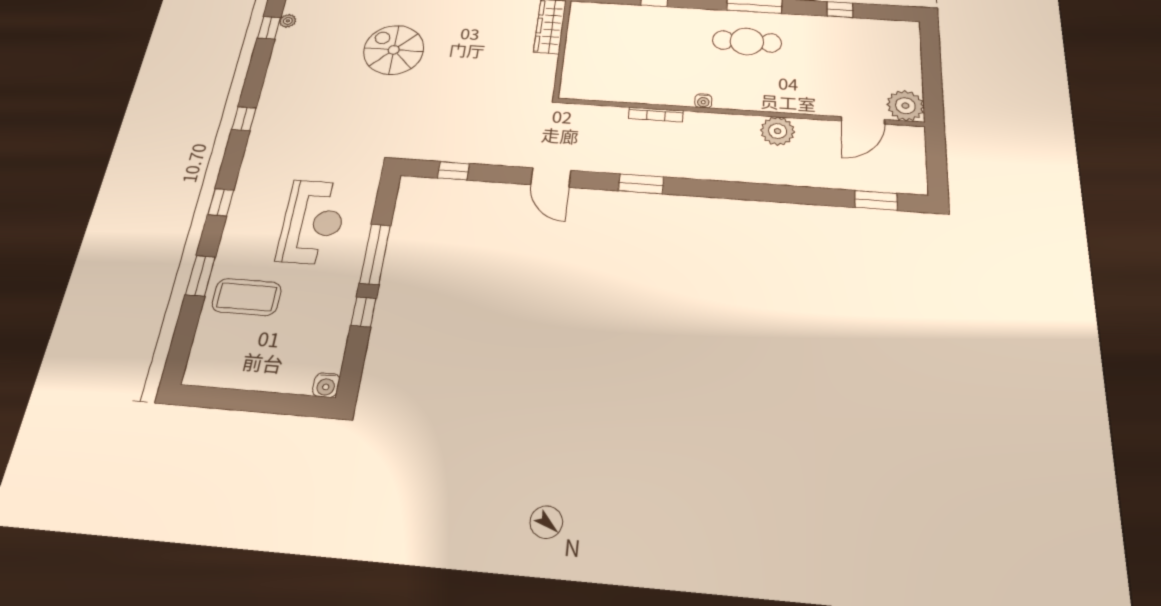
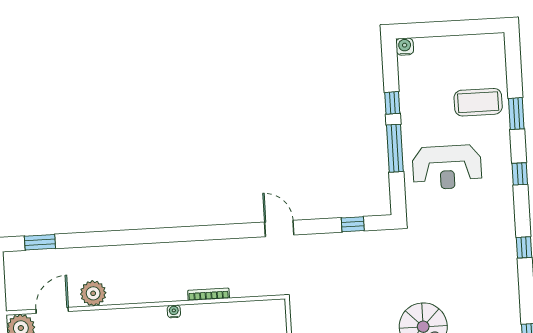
plant: (778, 131) -> (93, 293), moved
window: (641, 184) -> (212, 232), removed
reception desk: (313, 222) -> (447, 167), turned -90

